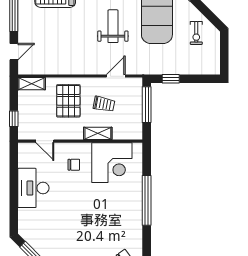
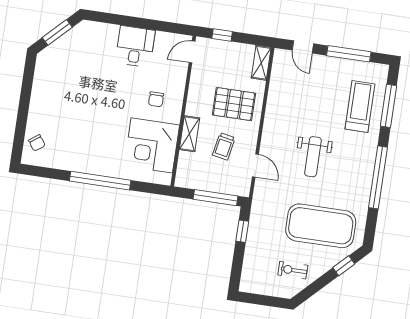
weight bench: (113, 26) -> (313, 157), moved, turned 90
door: (45, 141) -> (192, 52), moved
desk: (33, 188) -> (135, 46), width x0.73

